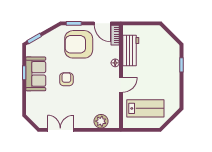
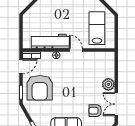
workbench: (131, 50) -> (50, 41), width x1.38
armchair: (66, 79) -> (95, 111), moved
plant: (101, 121) -> (108, 84), moved

